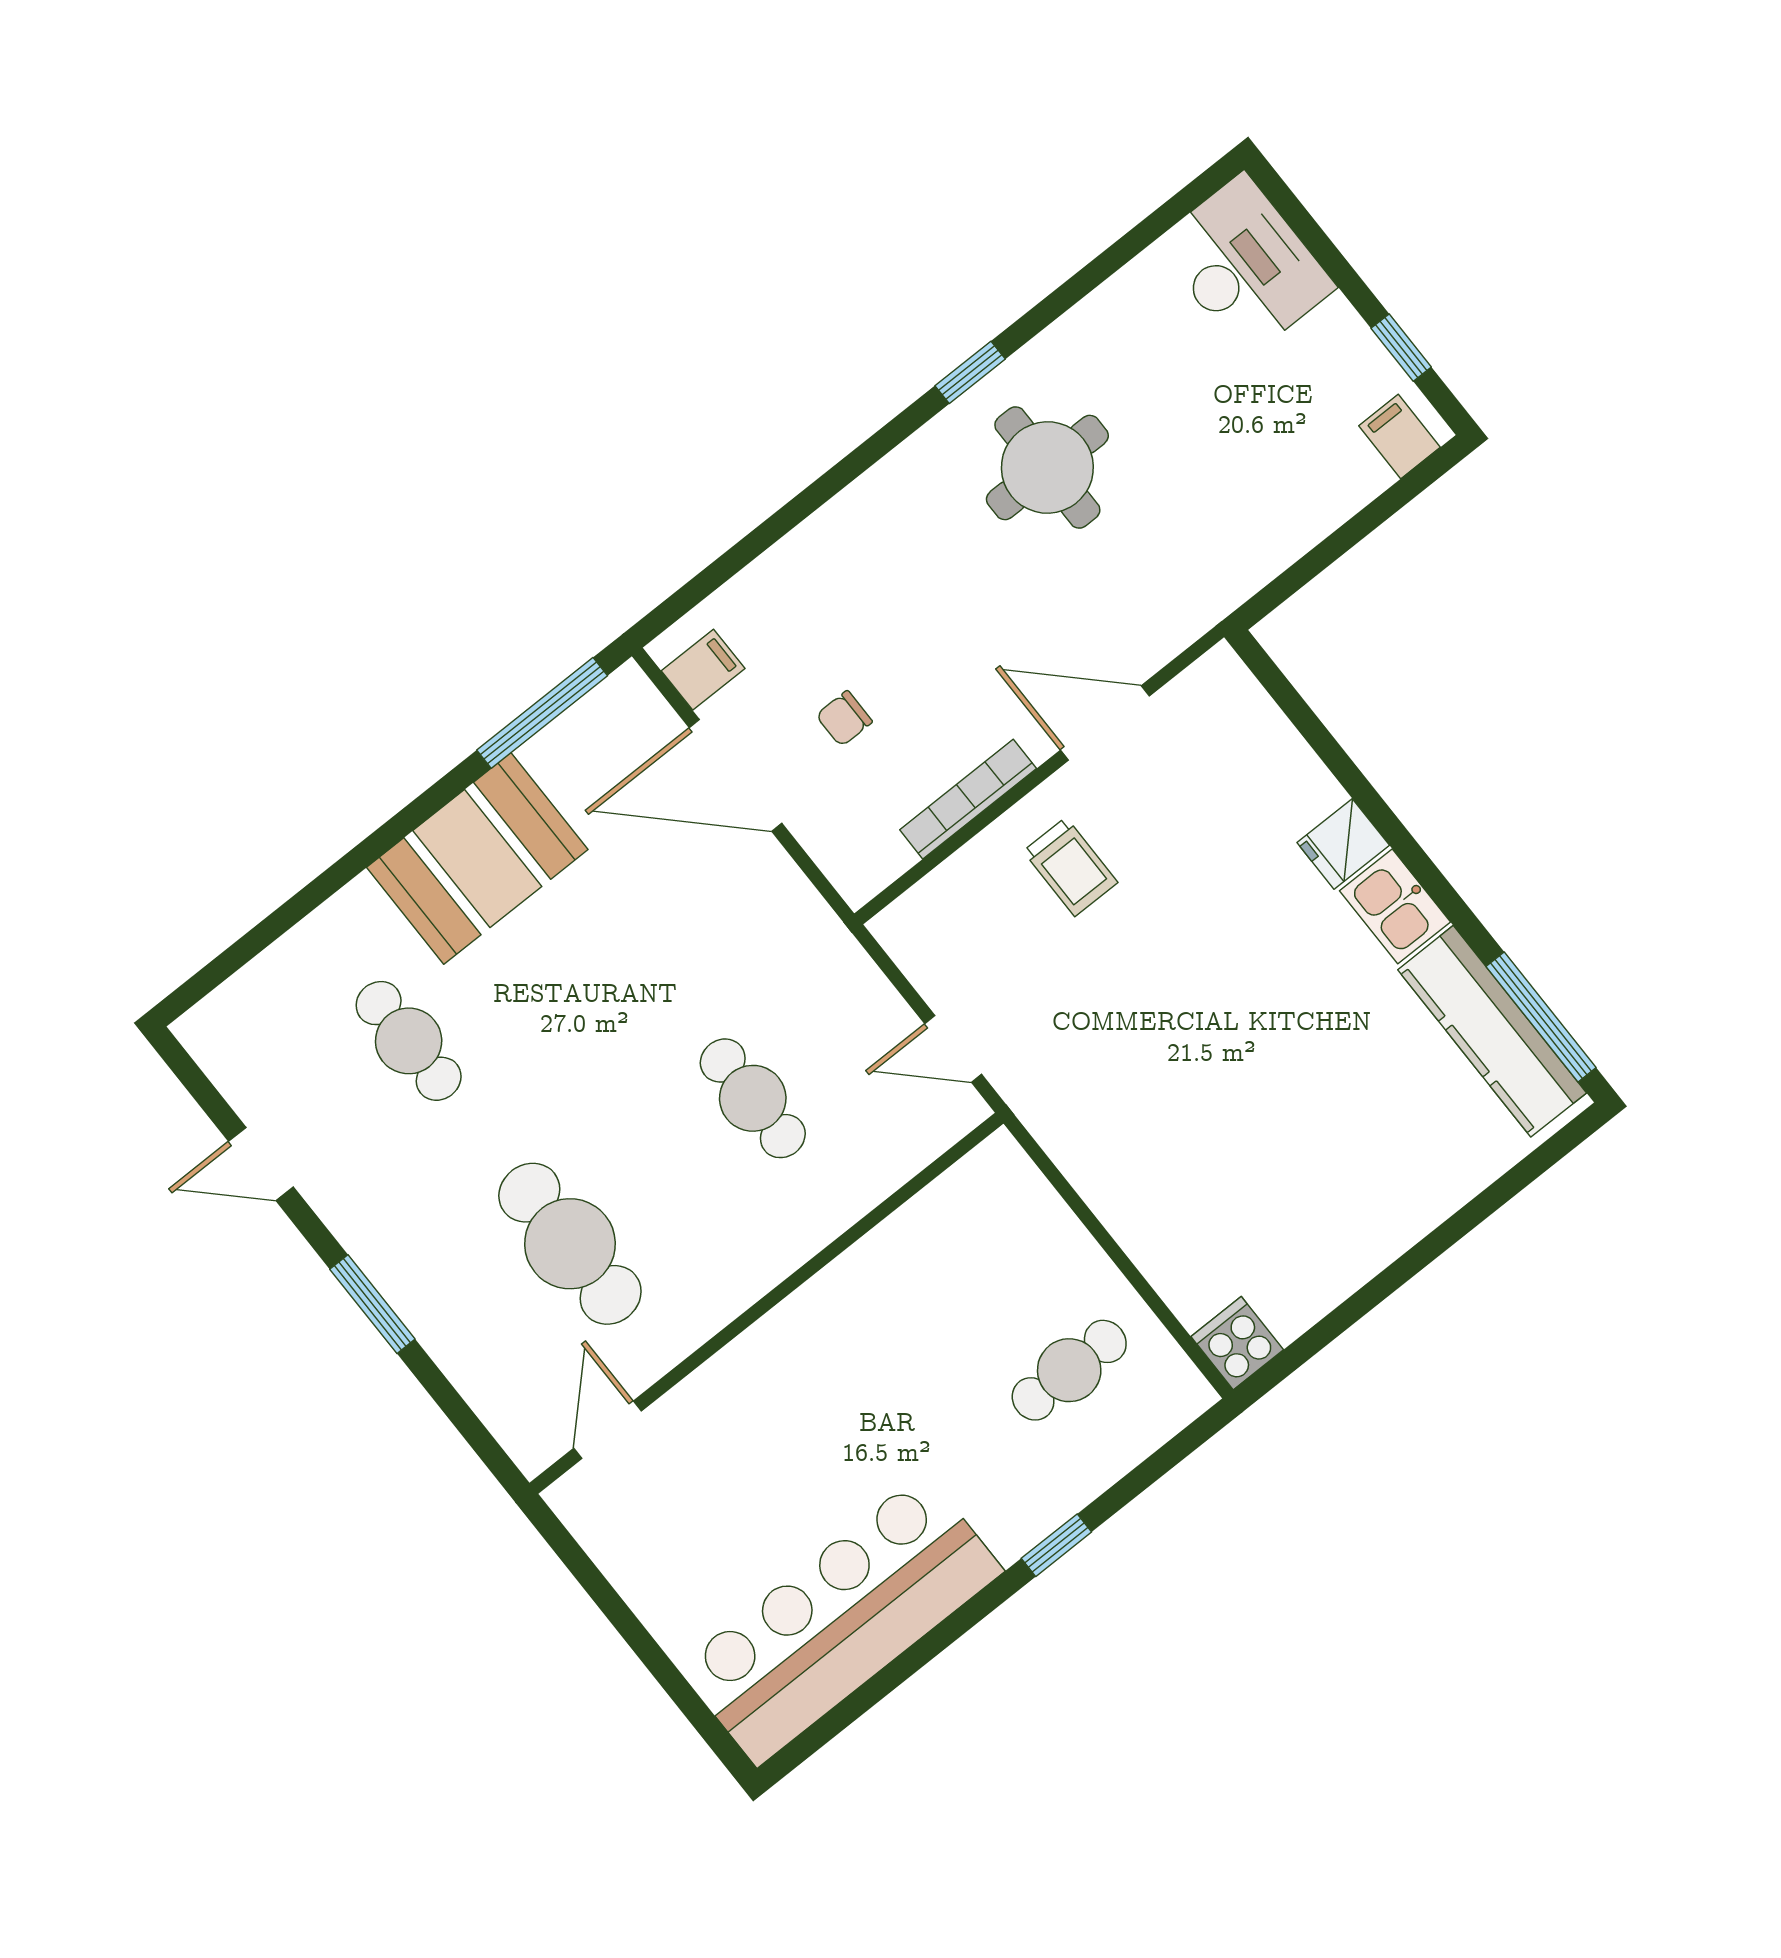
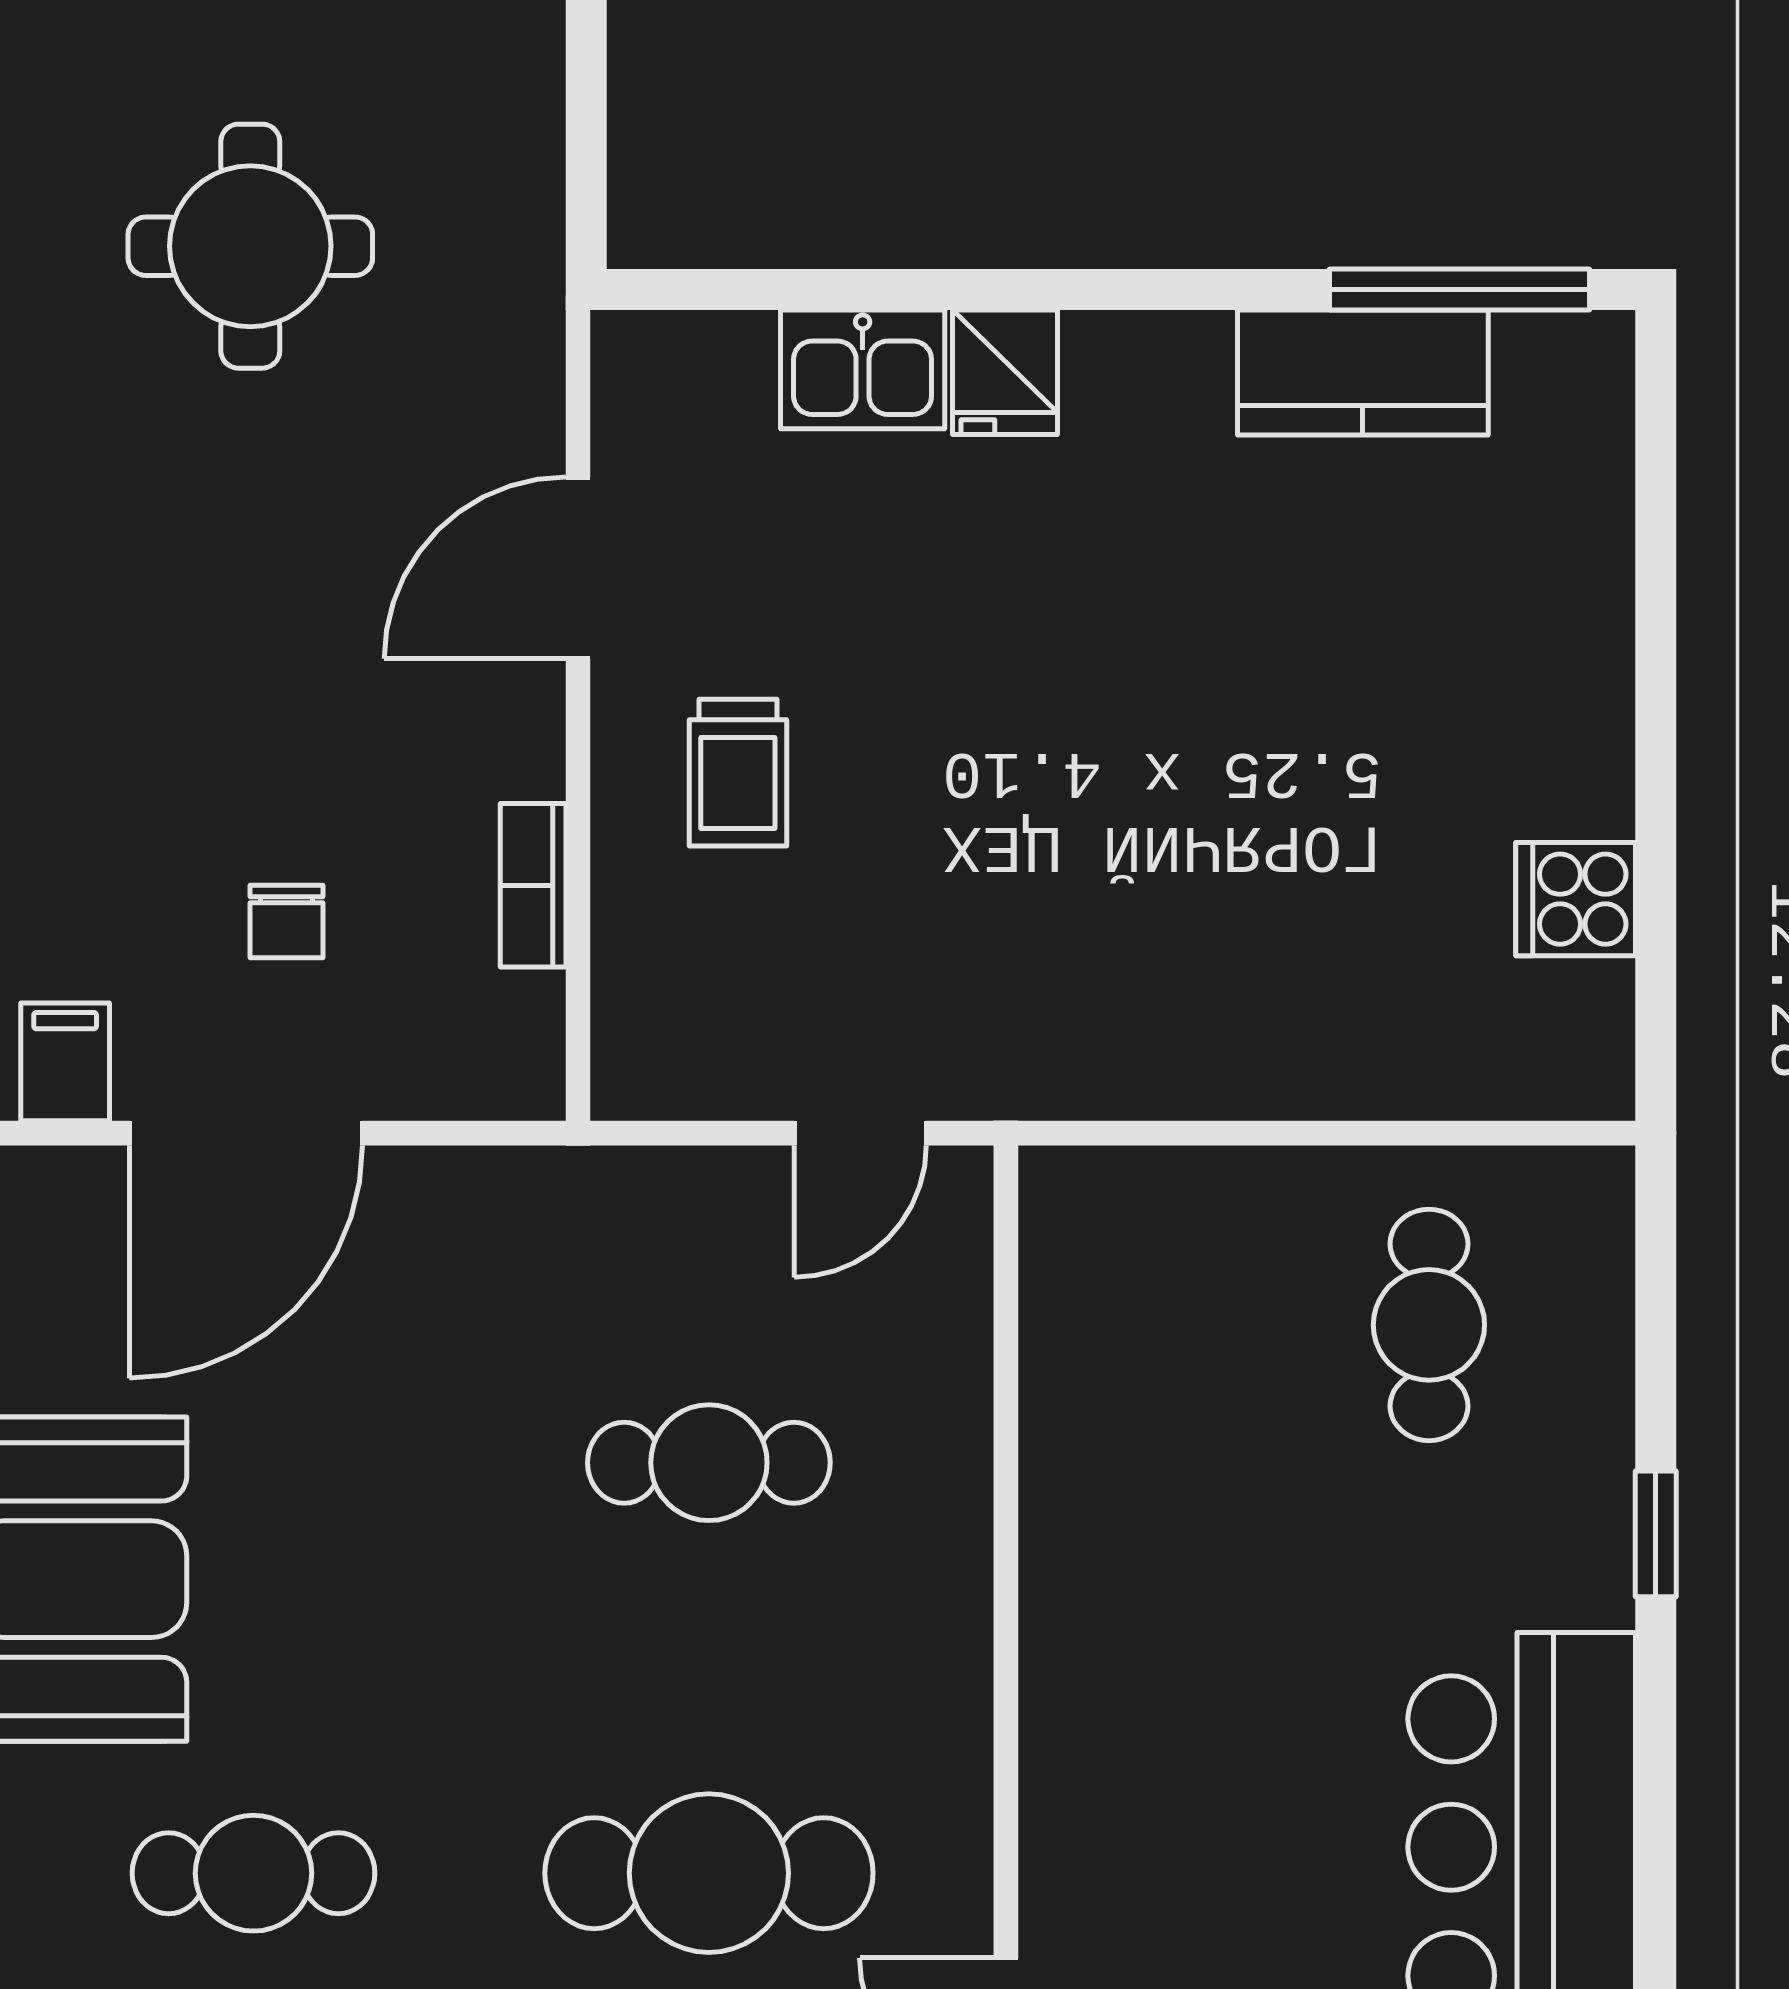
round table: (1047, 467) -> (250, 246), moved
bookcase: (968, 799) -> (533, 885), width x0.64
trolley: (1070, 867) -> (738, 773), turned 90
kitchen sink: (1395, 906) -> (863, 369), moved
kitchen counter: (1492, 1031) -> (1363, 373), width x0.67
cooker: (1237, 1343) -> (1576, 899), moved

